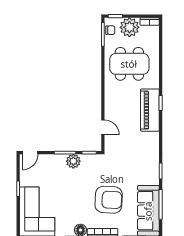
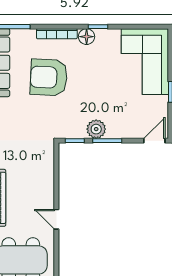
door: (103, 127) -> (56, 219), moved

